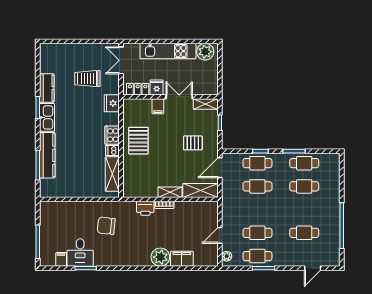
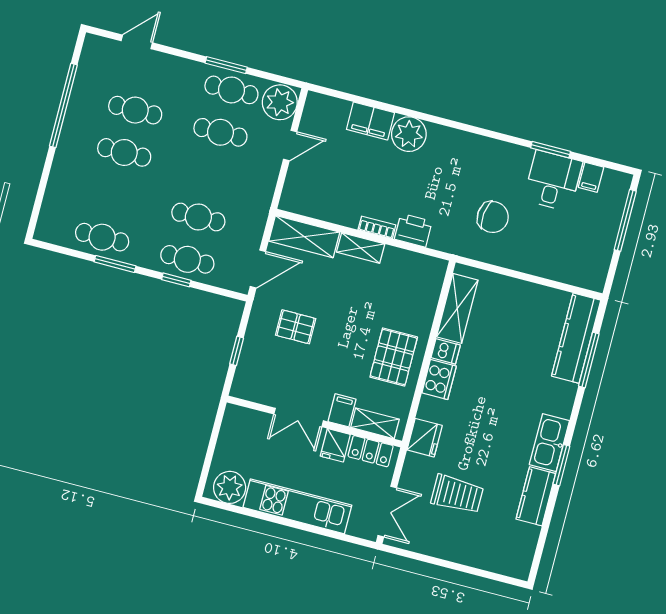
shelving: (205, 104) -> (375, 423), moved
kitchen counter: (47, 155) -> (576, 338), moved
cafe table: (304, 186) -> (124, 152), moved
plant: (227, 256) -> (280, 102), width x1.88, depth x1.88

